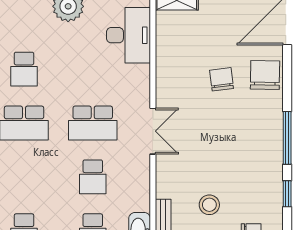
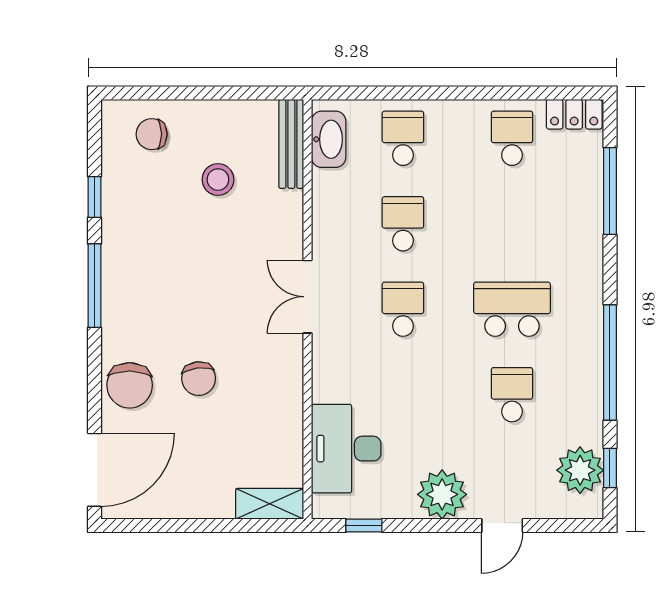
school desk: (93, 123) -> (403, 309), width x0.54

